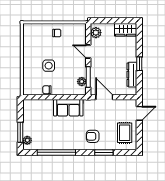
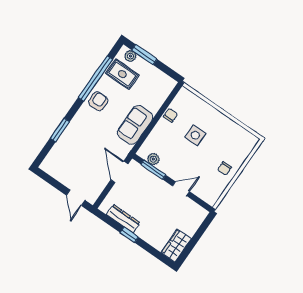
plant: (96, 33) -> (196, 211), removed
door: (104, 97) -> (119, 172), swing flipped
rug: (125, 133) -> (122, 74), moved
armchair: (93, 136) -> (98, 101), moved

